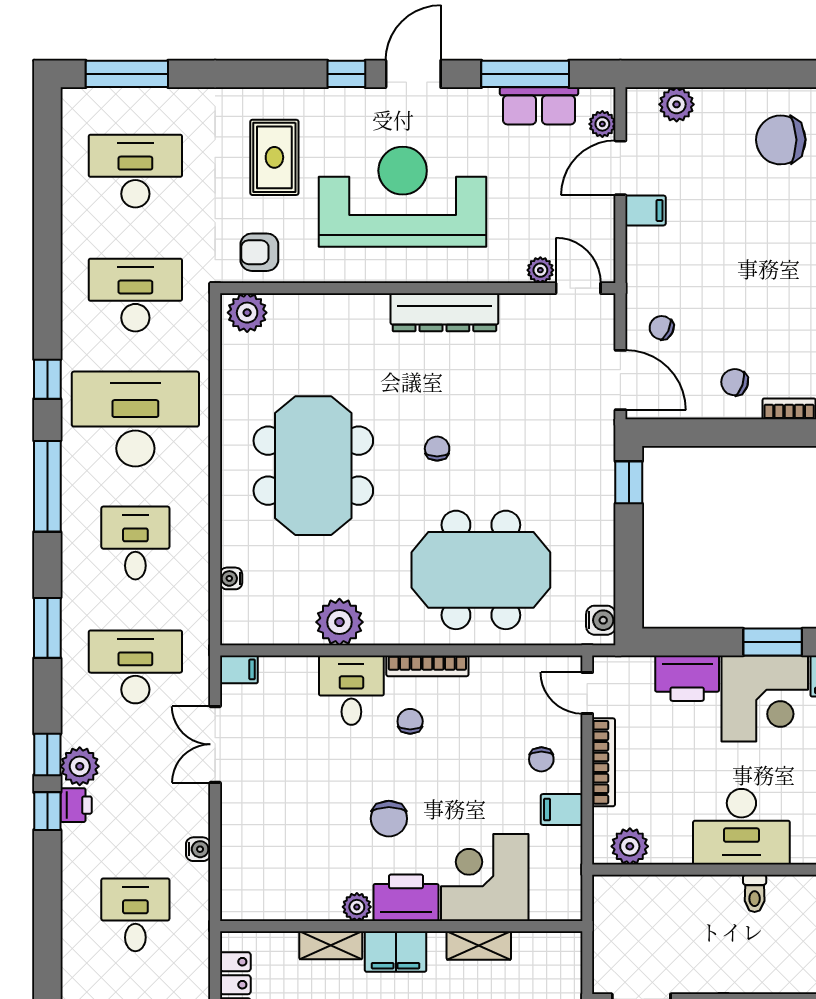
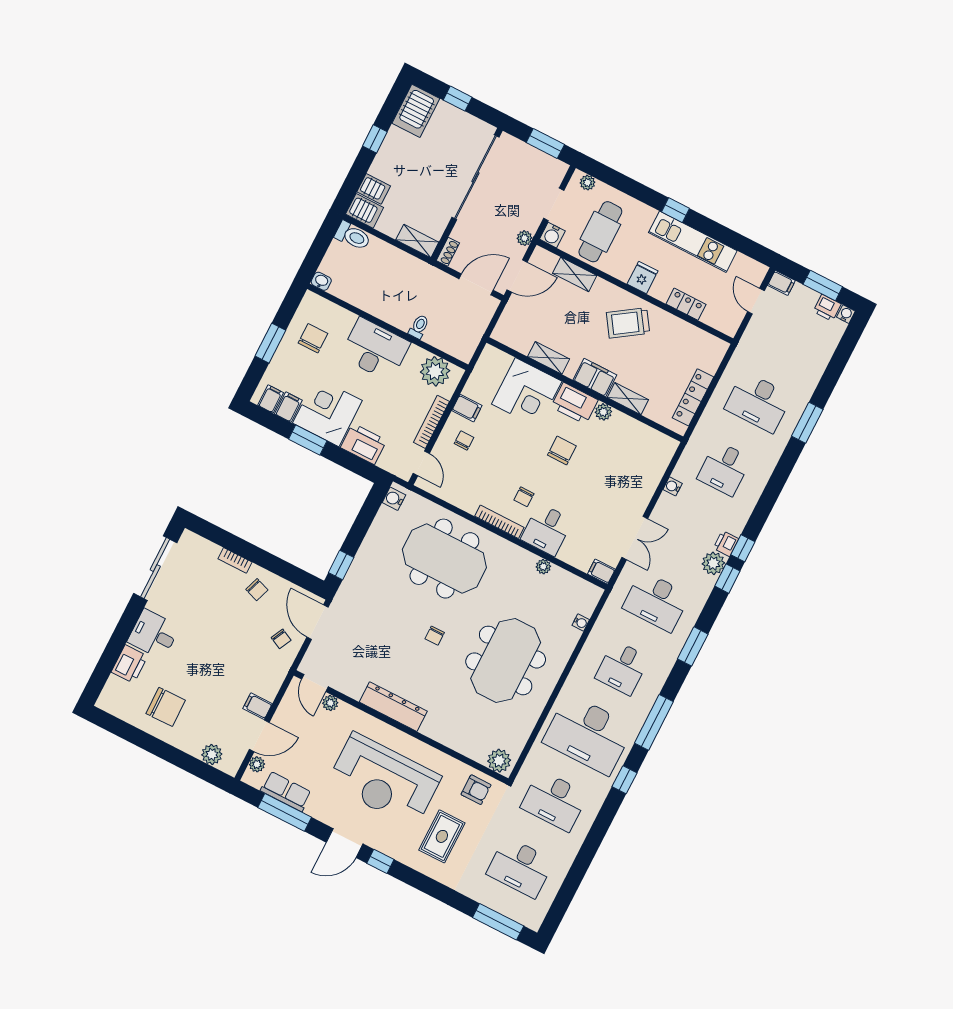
plant: (339, 622) -> (543, 567), width x0.53, depth x0.53
plant: (630, 846) -> (435, 371), width x1.36, depth x1.36
toilet: (755, 893) -> (419, 327), moved

